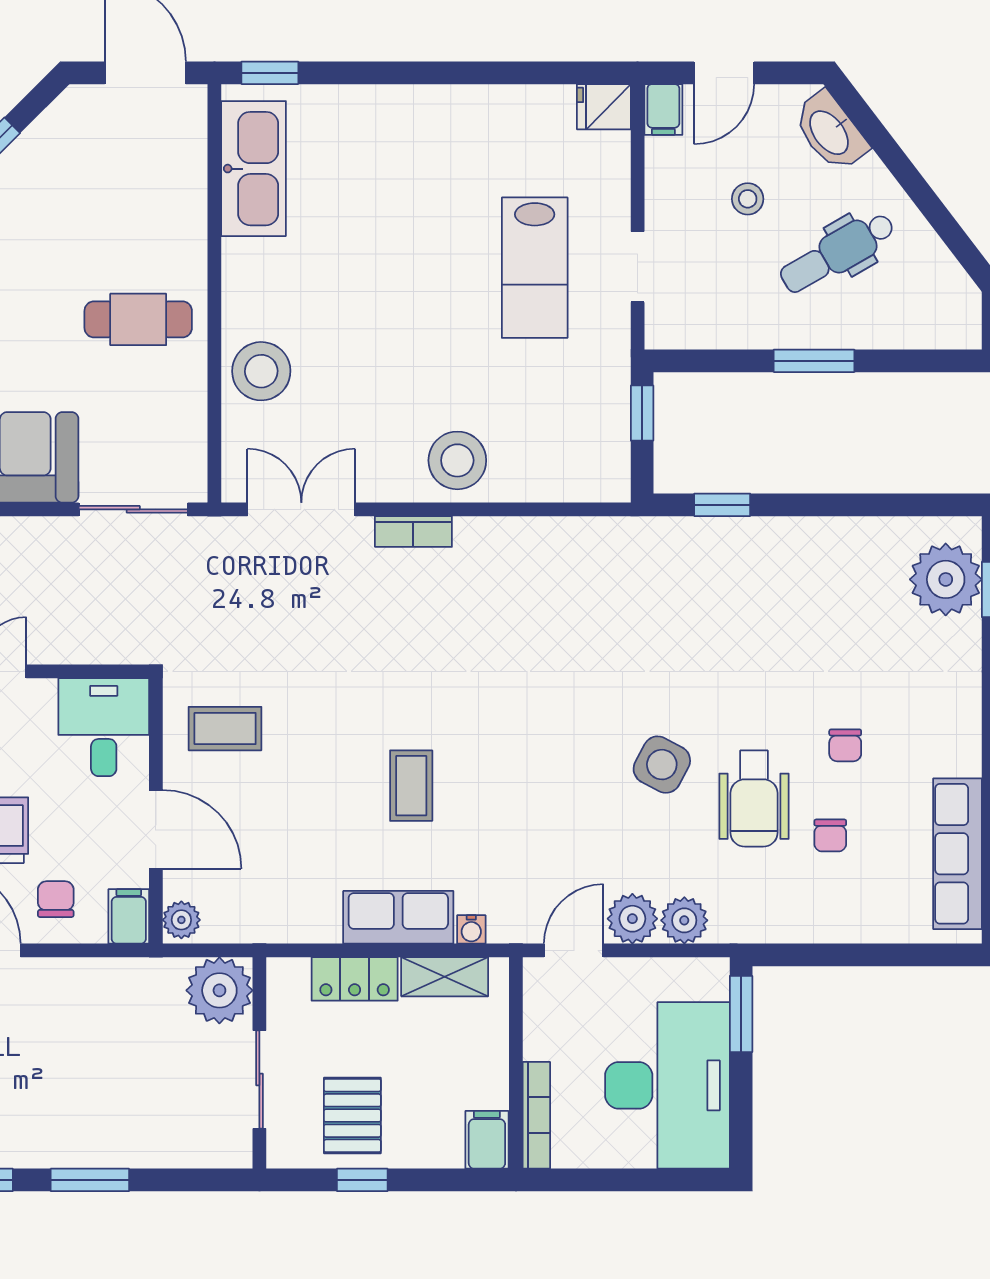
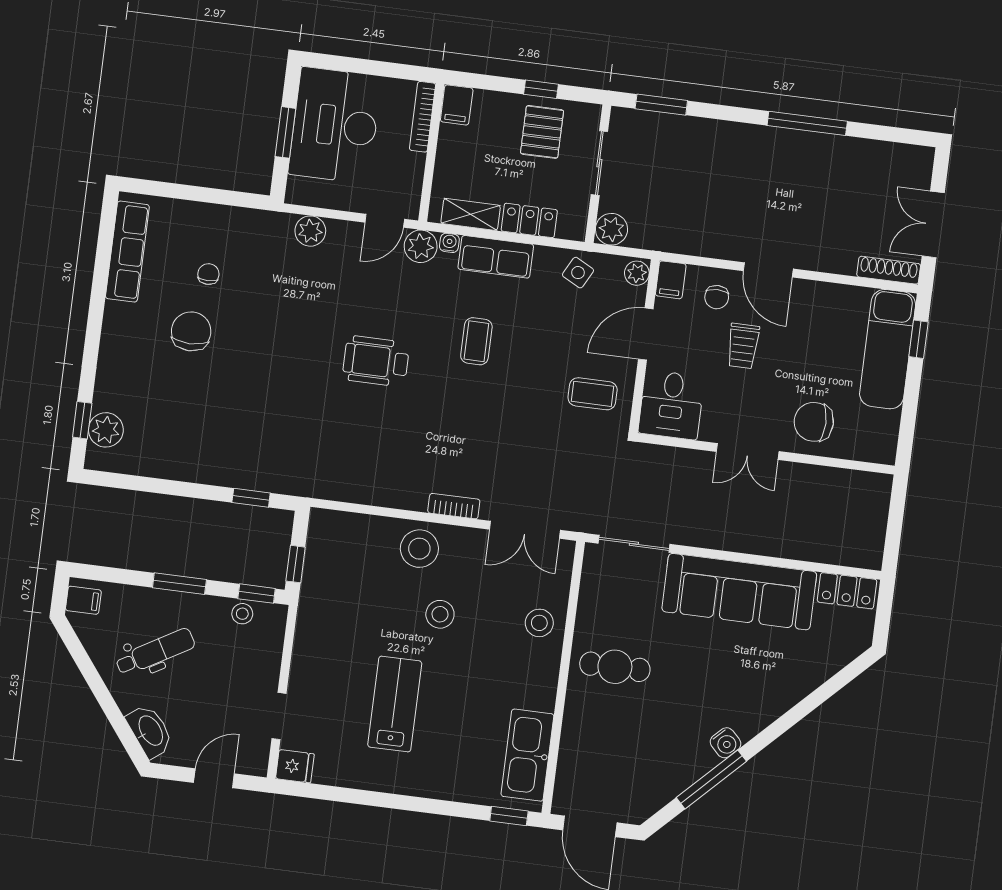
filing cabinet: (663, 109) -> (83, 600), moved, turned 90
stool: (748, 199) -> (242, 614), moved
doorway: (638, 267) -> (279, 716), moved
lab bench: (535, 268) -> (395, 704), moved
window: (695, 361) -> (257, 594), added
stool: (413, 365) -> (440, 614), added
stool: (261, 371) -> (539, 623), width x0.73, depth x0.73
plant: (946, 579) -> (106, 430), width x0.73, depth x0.73
chair: (845, 745) -> (191, 331), width x1.87, depth x1.87
side table: (662, 765) -> (578, 273), moved, width x0.73, depth x0.73
wheelchair: (754, 799) -> (376, 361), moved, turned -90
door: (156, 829) -> (646, 334), hinge flipped
plant: (632, 919) -> (421, 246), moved
plant: (219, 990) -> (611, 229), width x0.73, depth x0.73
window: (741, 1014) -> (285, 132), moved
window: (90, 1180) -> (661, 105), moved

